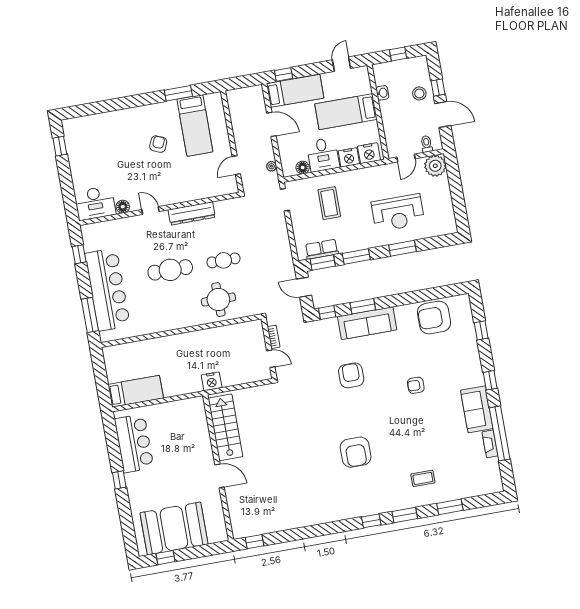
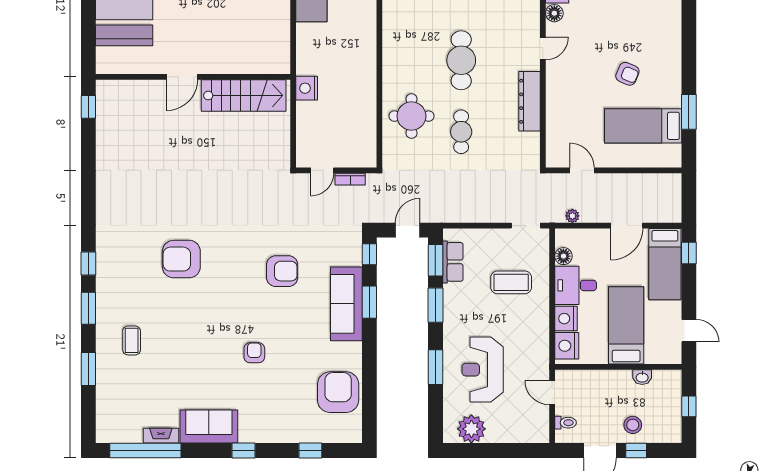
plant: (435, 166) -> (471, 429), moved
window: (500, 433) -> (145, 451), moved

